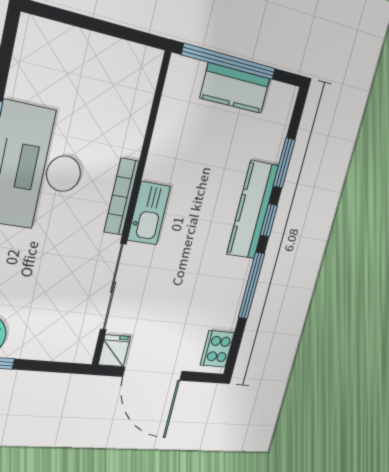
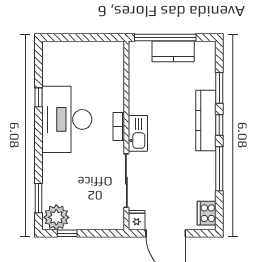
bookcase: (122, 197) -> (119, 127), width x0.64

